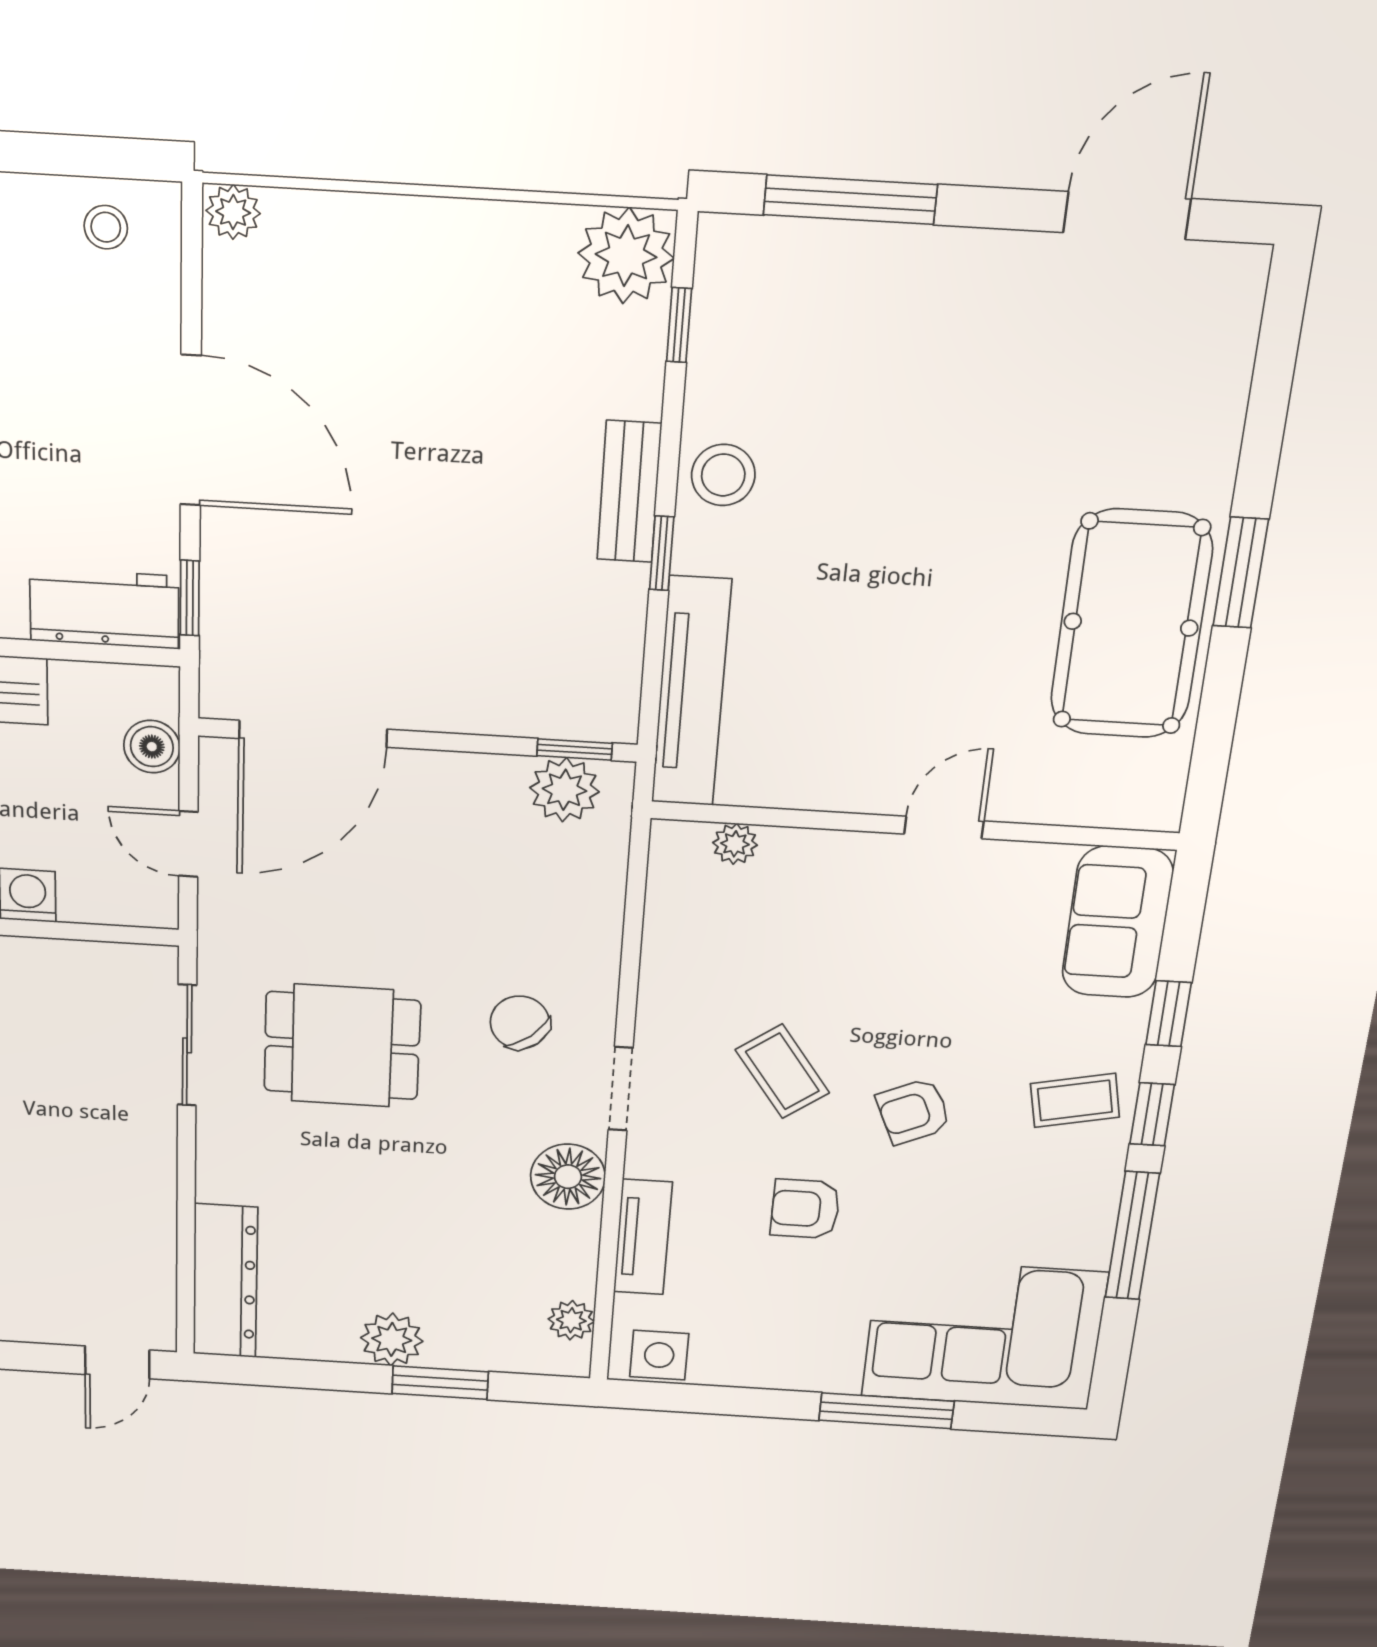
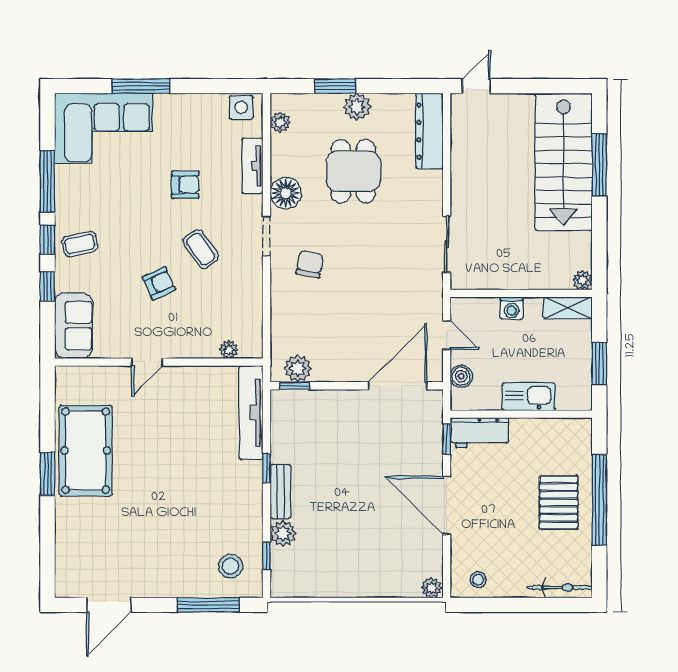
plant: (626, 256) -> (283, 533), moved, width x0.73, depth x0.73
stool: (723, 475) -> (231, 566), moved
chair: (520, 1022) -> (310, 264), turned -129
dining table: (342, 1046) -> (353, 171), moved, turned 90
armchair: (913, 1111) -> (159, 283), moved

